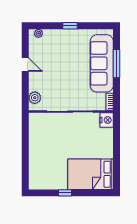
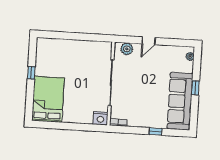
sofa: (102, 63) -> (180, 101), moved, turned -90
window: (117, 64) -> (155, 131), width x0.46
door: (25, 65) -> (149, 41), moved

